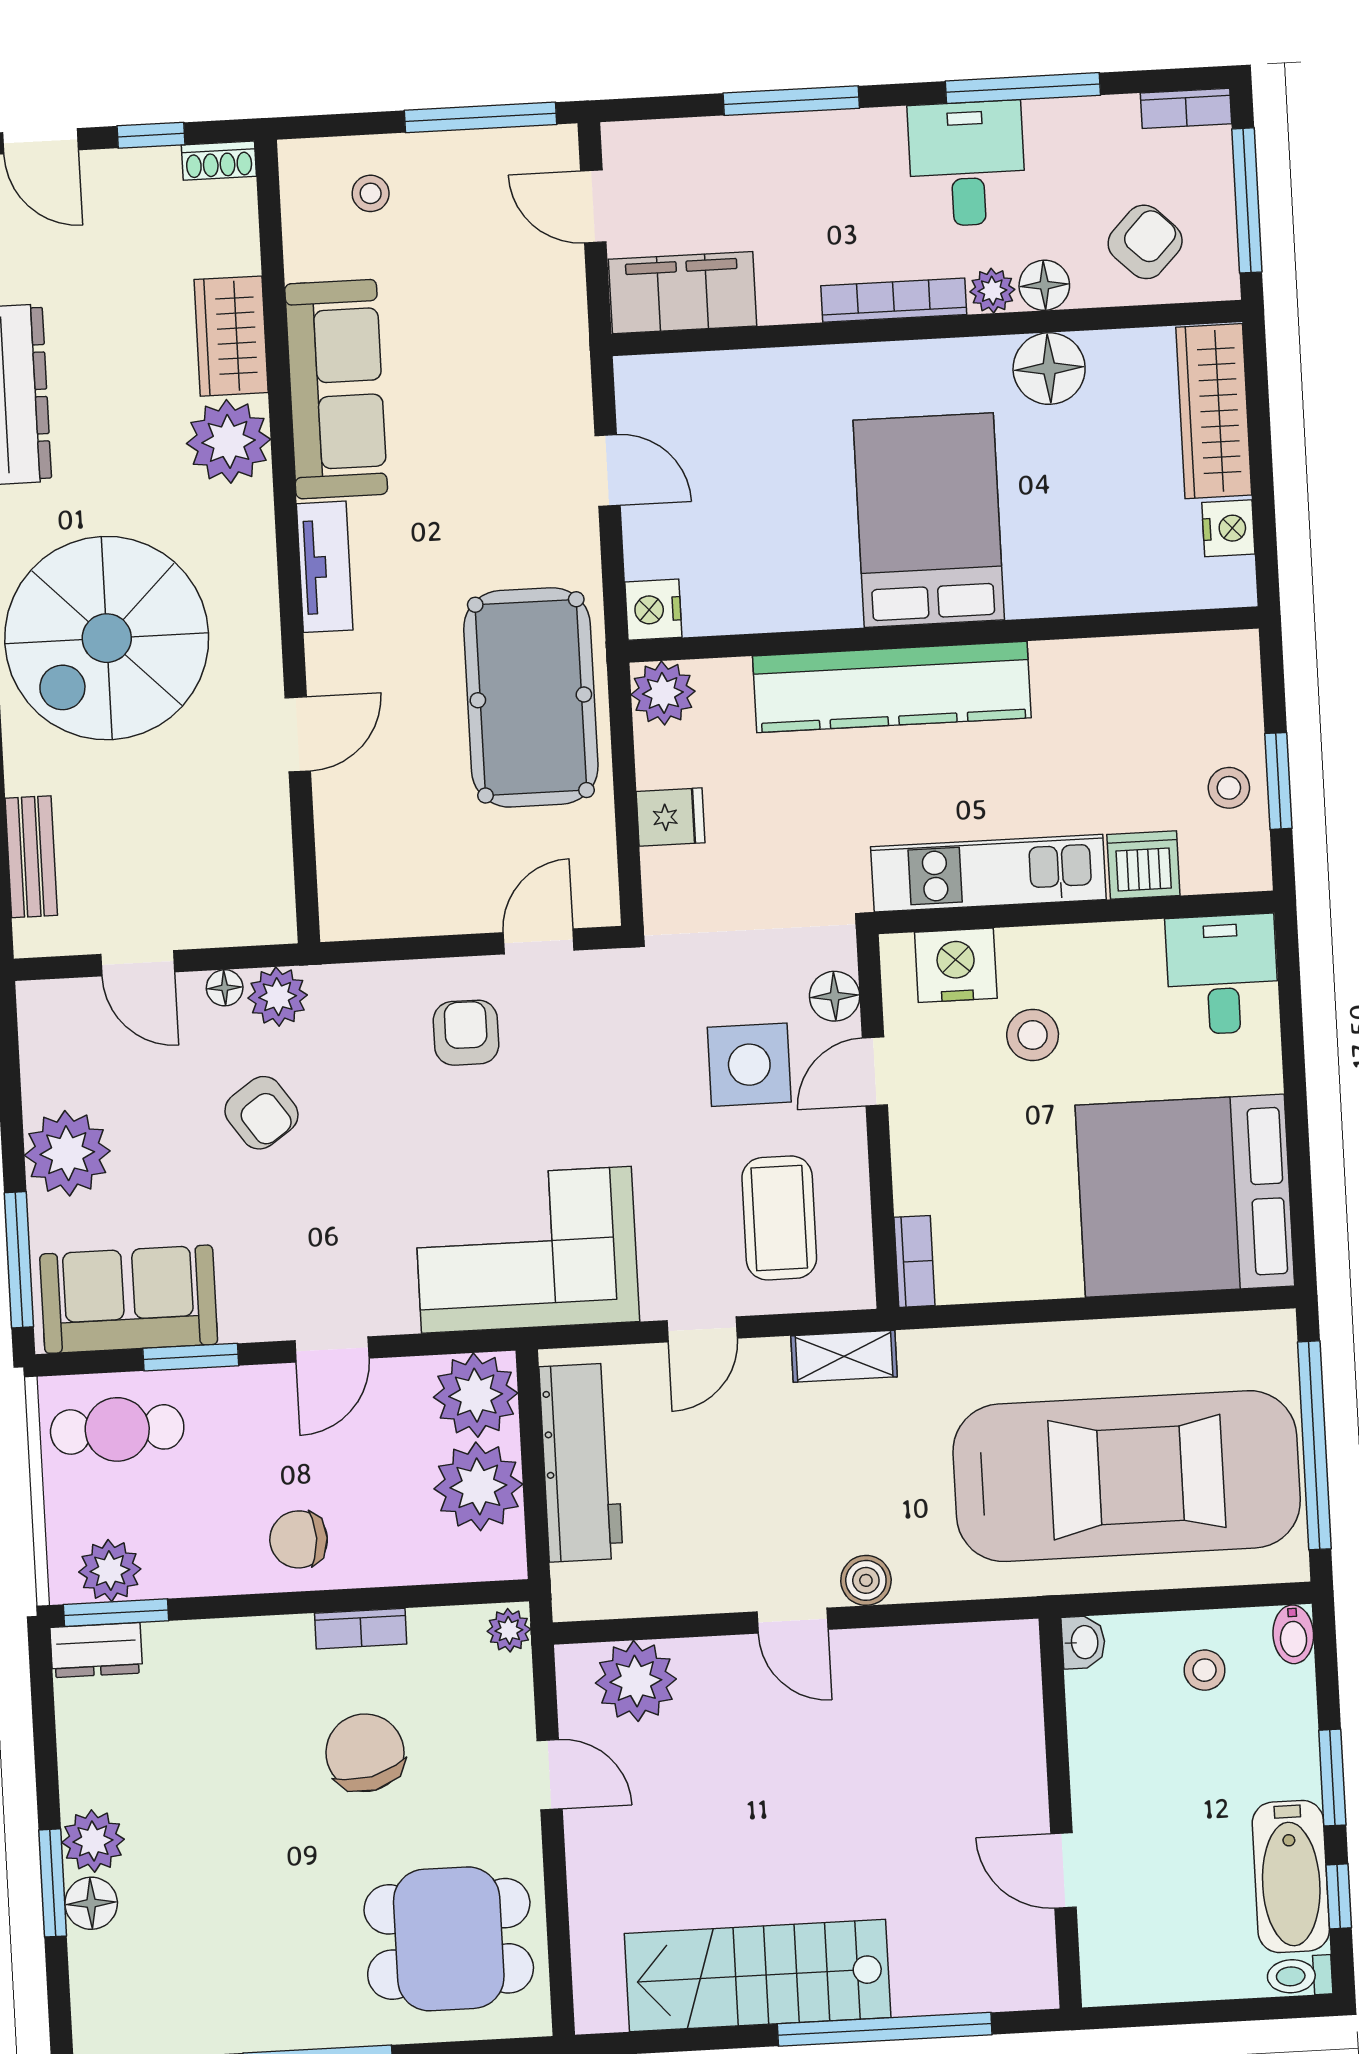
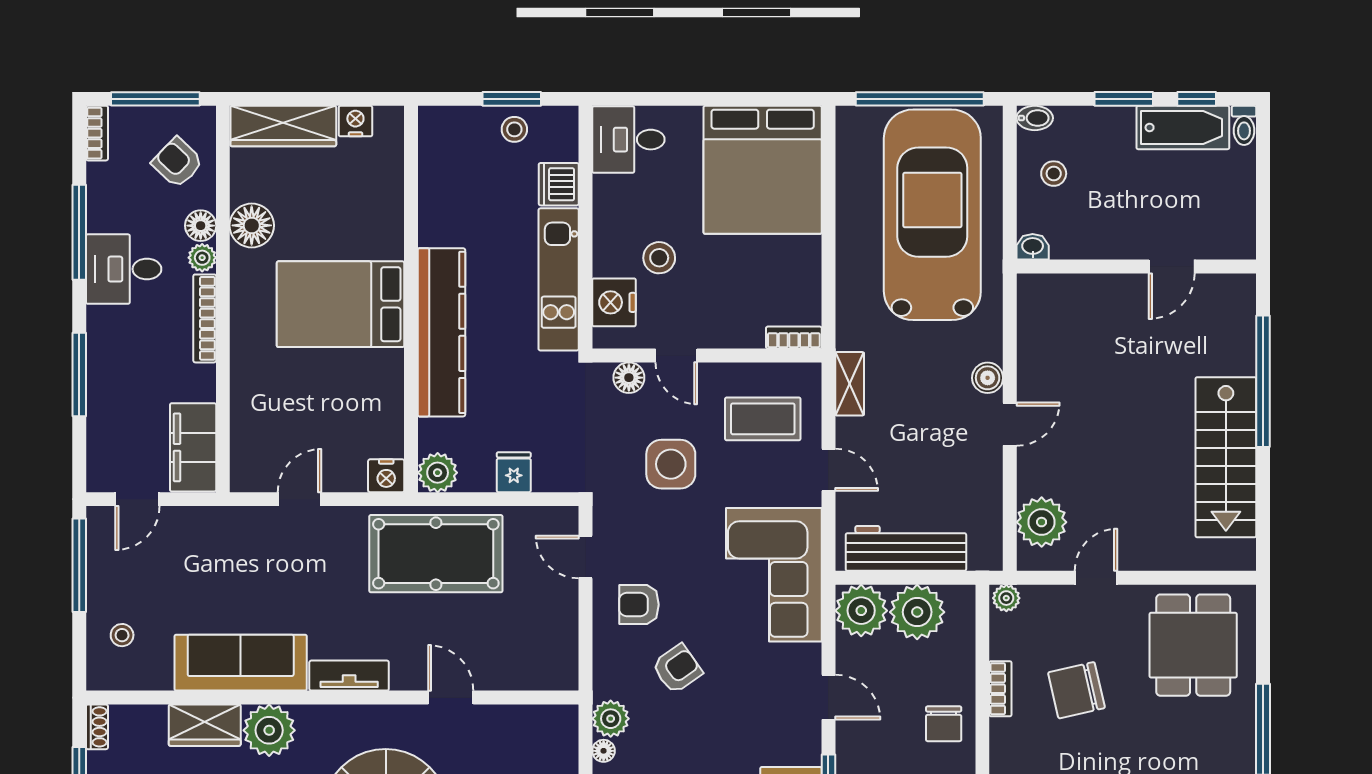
side table: (749, 1065) -> (671, 464), moved
armchair: (261, 1113) -> (677, 669), moved

